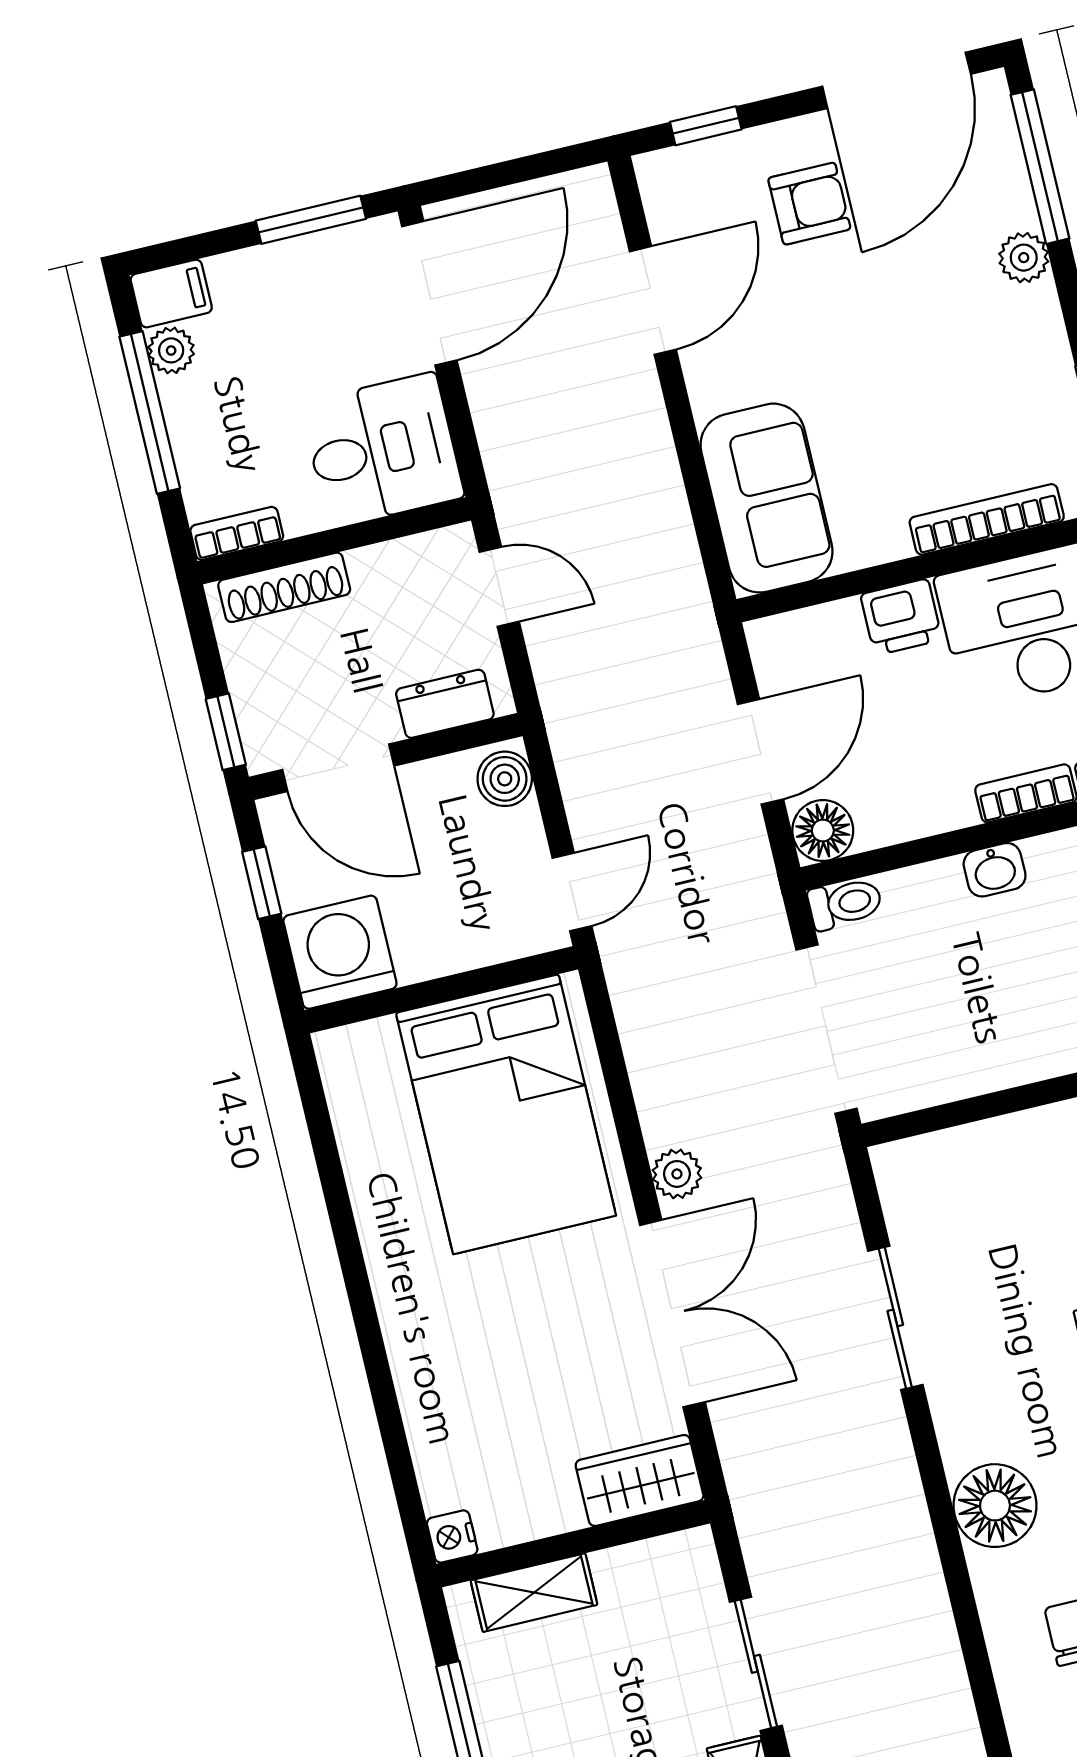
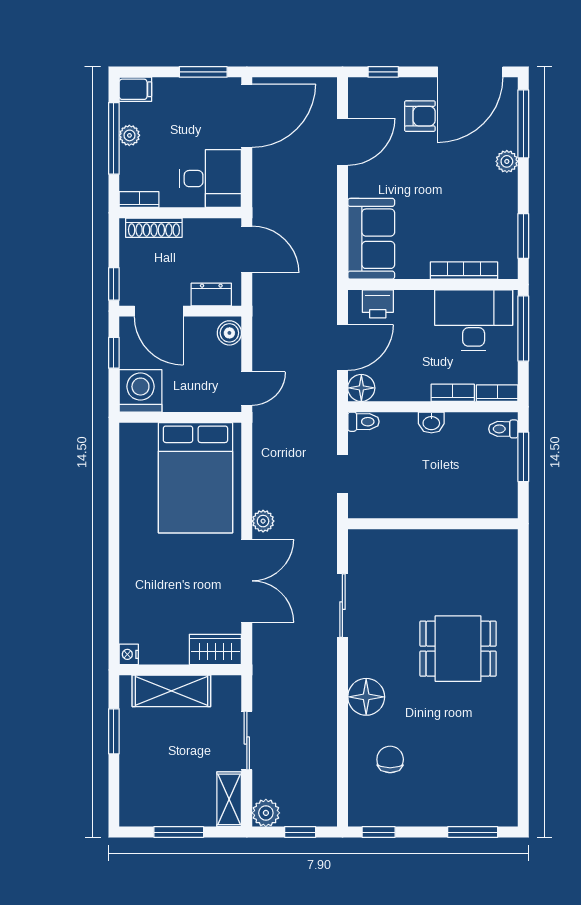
plant: (171, 350) -> (129, 135), moved
door: (499, 587) -> (247, 250), width x1.37
printer: (901, 617) -> (378, 304), moved
doorway: (826, 1029) -> (342, 474), width x0.53
shelving: (534, 1593) -> (171, 691), width x1.50, depth x1.33

